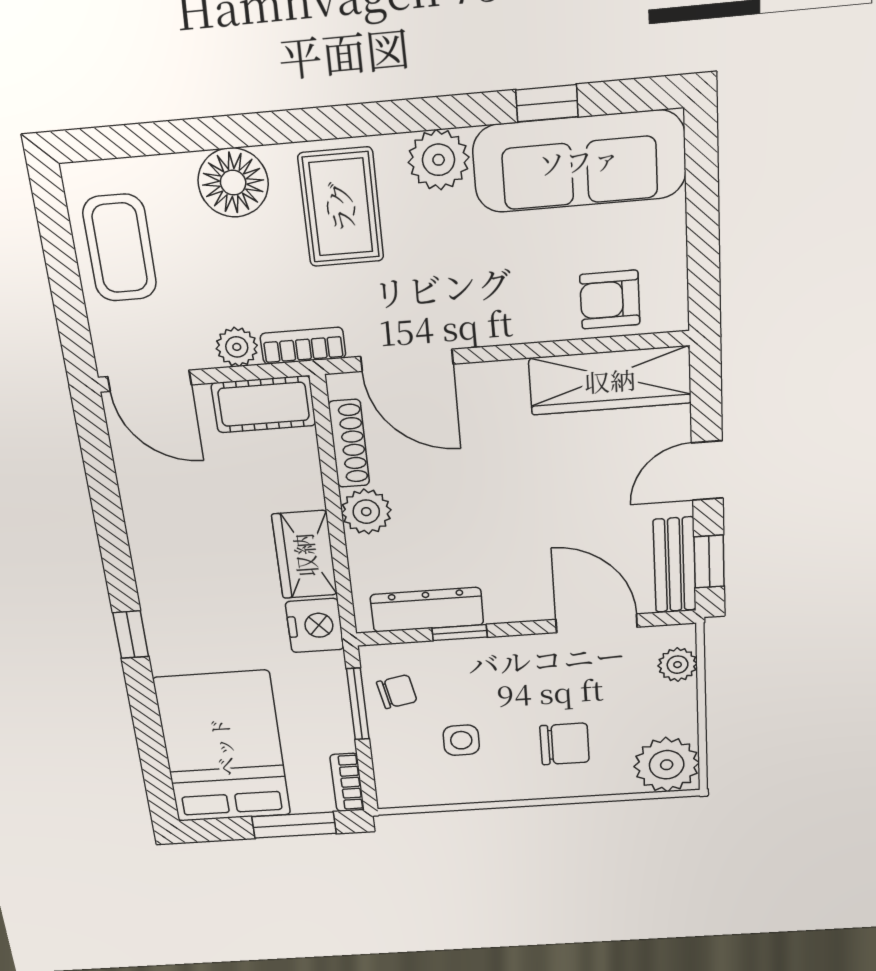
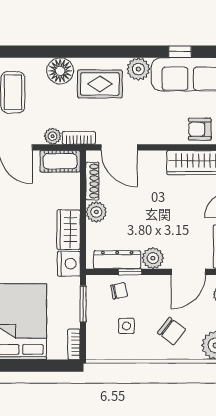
rug: (341, 207) -> (100, 84), turned 90
plant: (511, 601) -> (153, 258), added
door: (596, 623) -> (188, 272), swing flipped
chair: (397, 692) -> (119, 291), moved
chair: (565, 744) -> (172, 331), turned 37
window: (294, 825) -> (47, 366), removed

